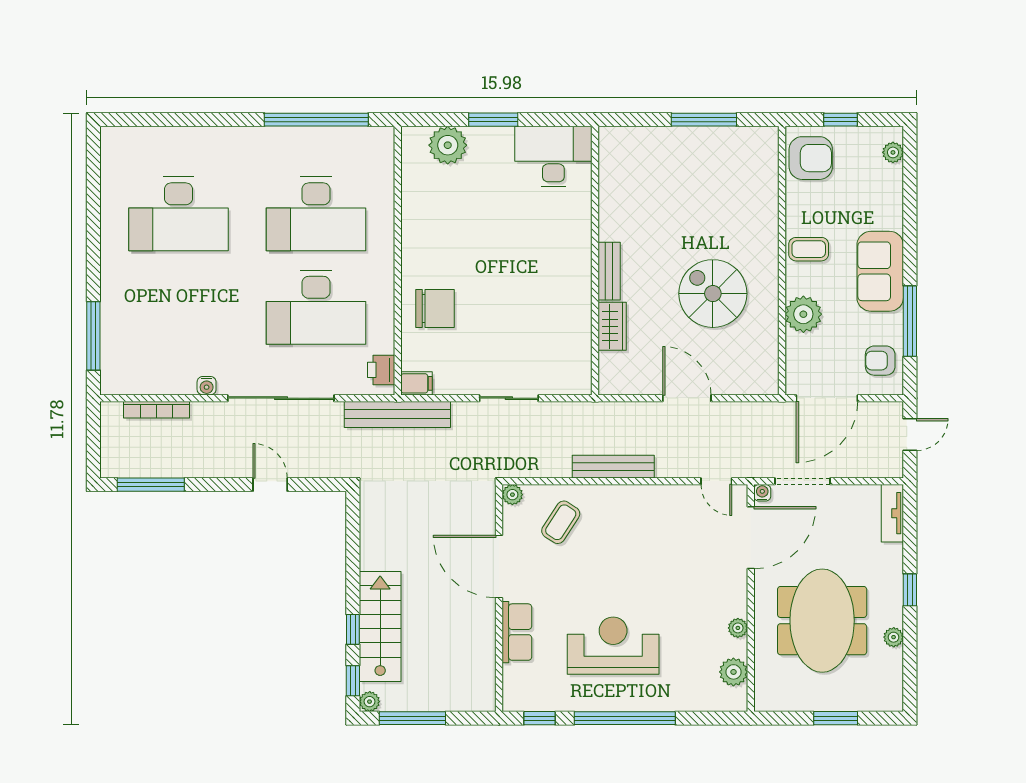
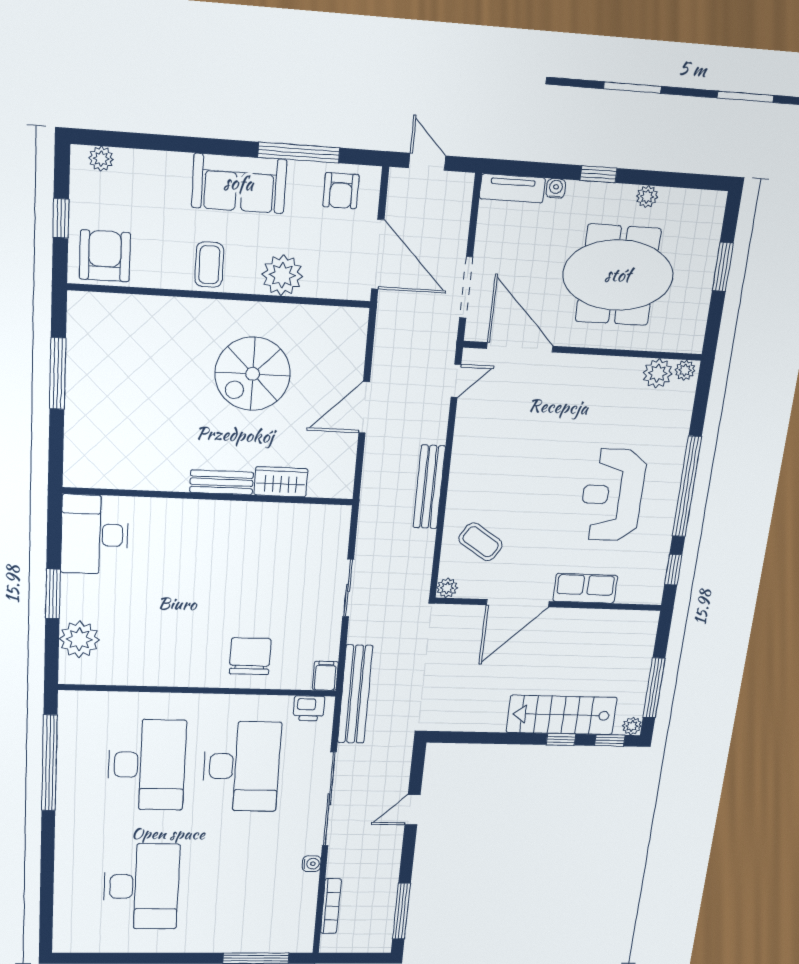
water cooler: (762, 493) -> (556, 188), moved, turned 90
plant: (738, 628) -> (685, 370), moved

